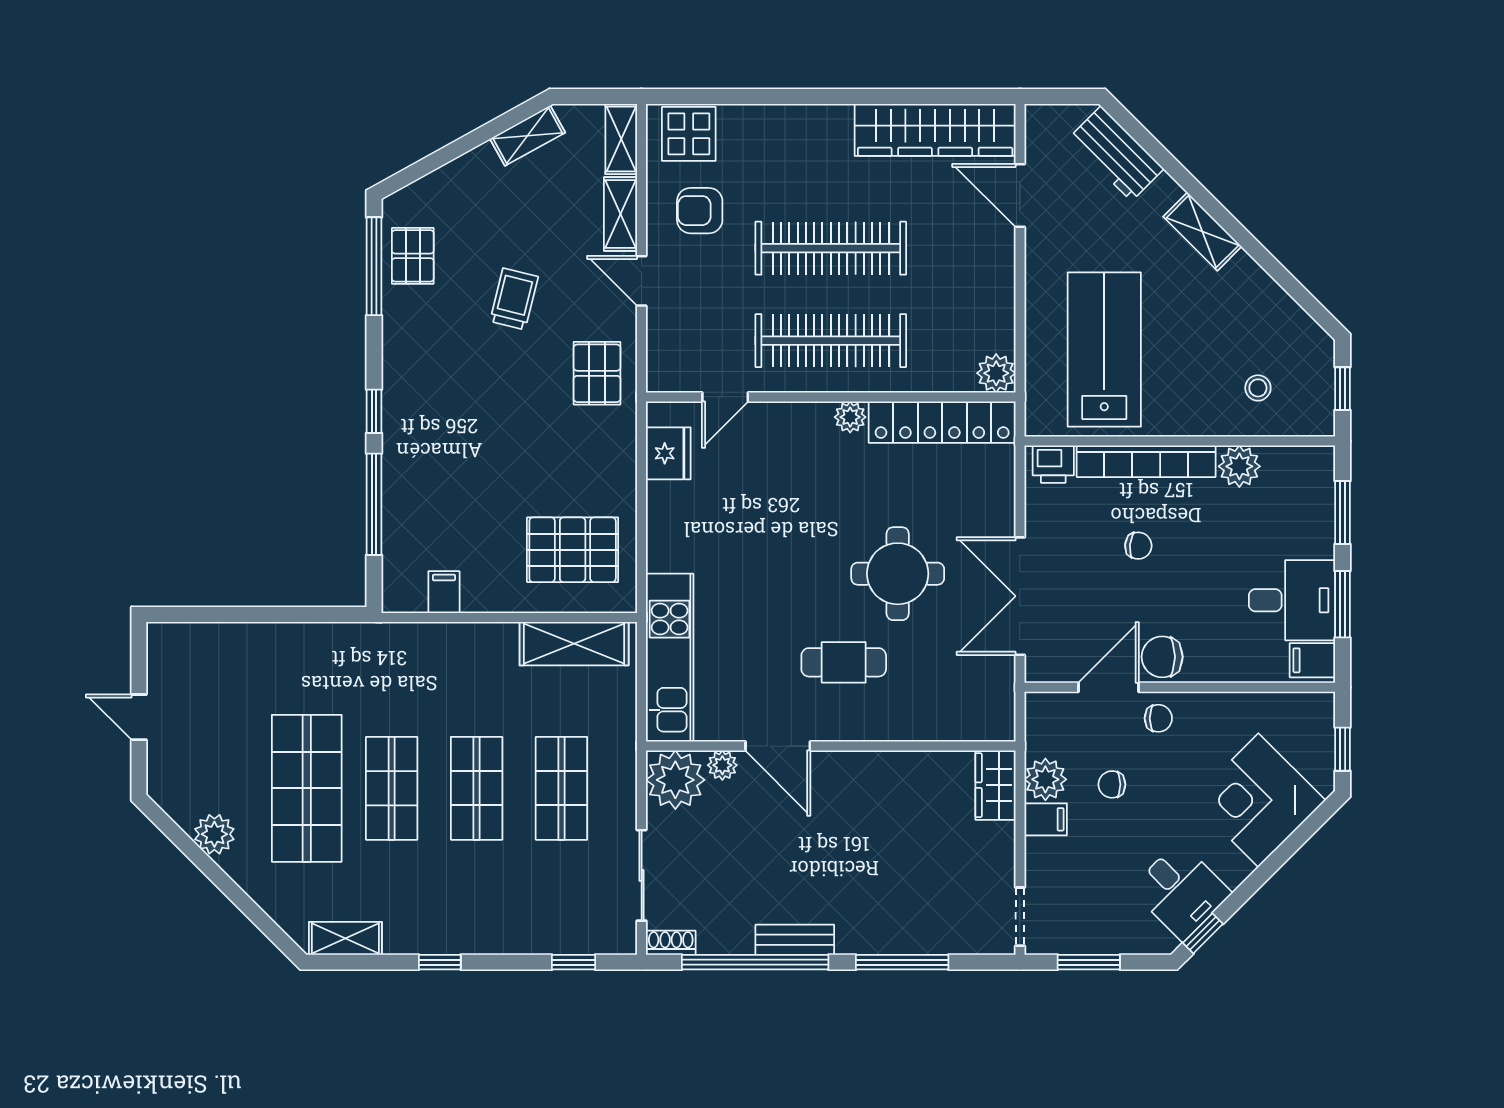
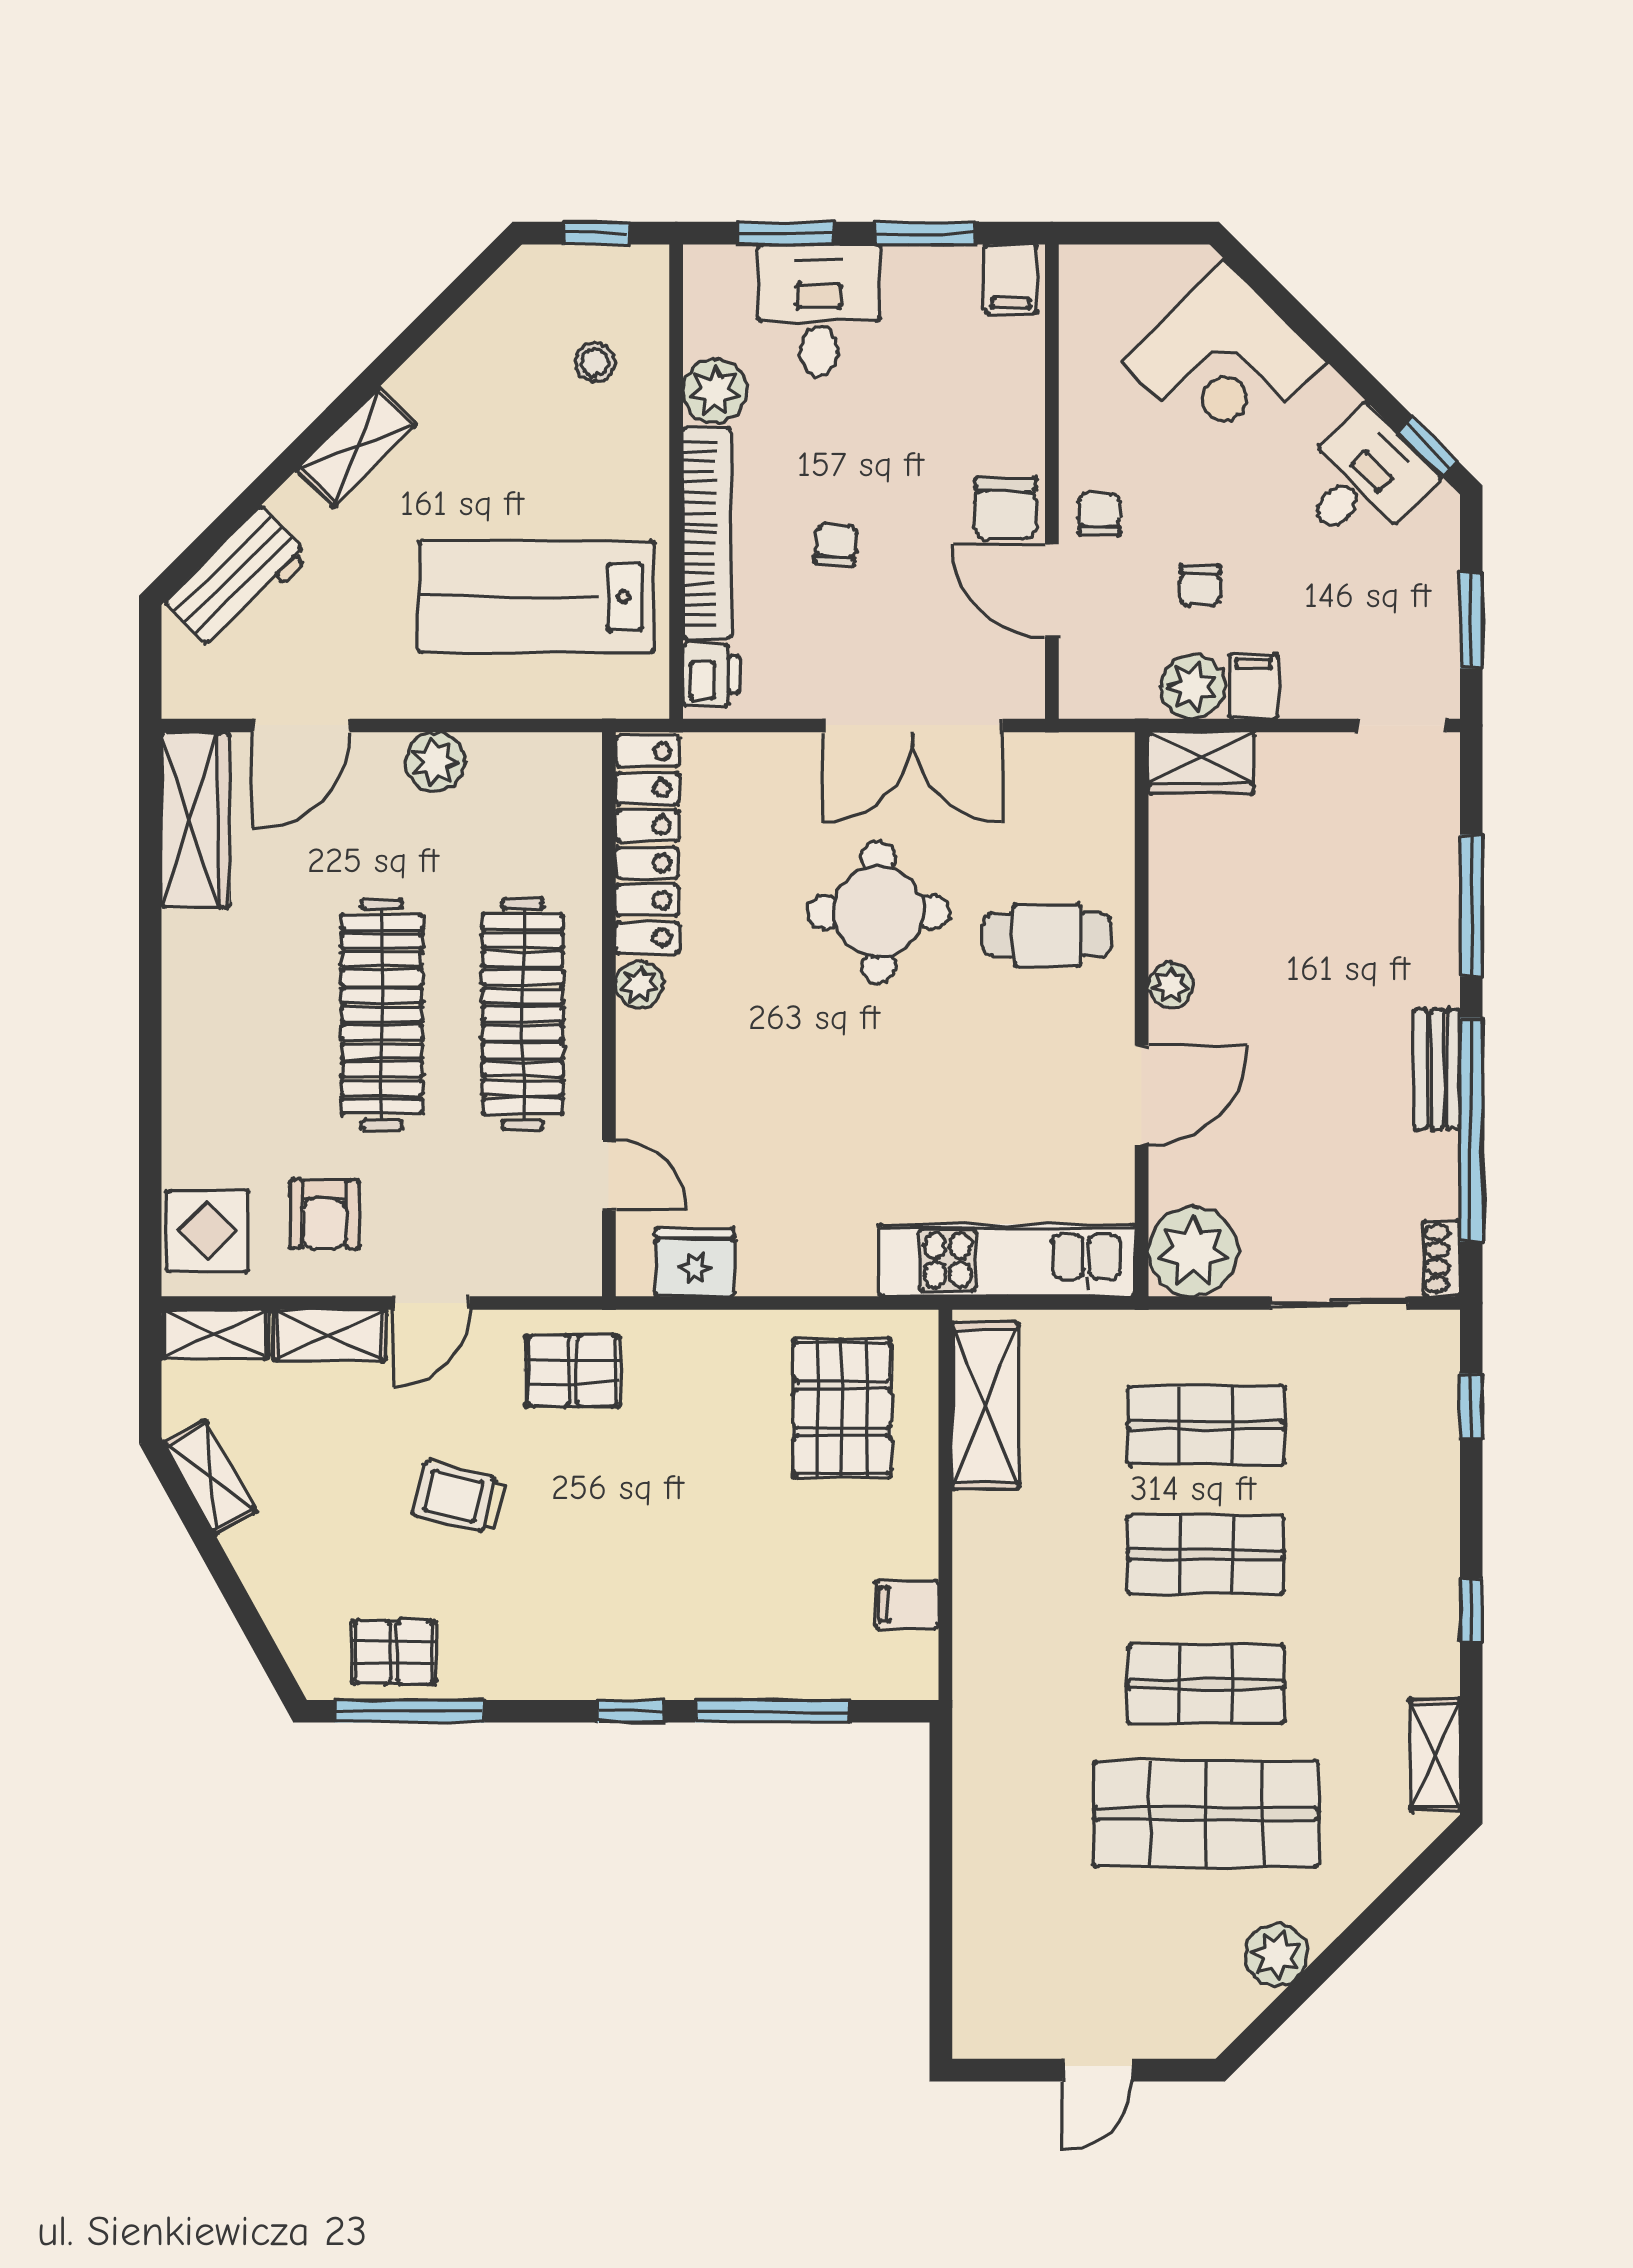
wardrobe: (935, 130) -> (195, 820), width x0.71, depth x0.85
plant: (996, 373) -> (435, 762), moved
desk: (1292, 600) -> (819, 310), moved
cafe table: (844, 662) -> (1047, 935), moved, turned 90
window: (1343, 749) -> (1146, 233), removed
plant: (722, 765) -> (1171, 985), moved

